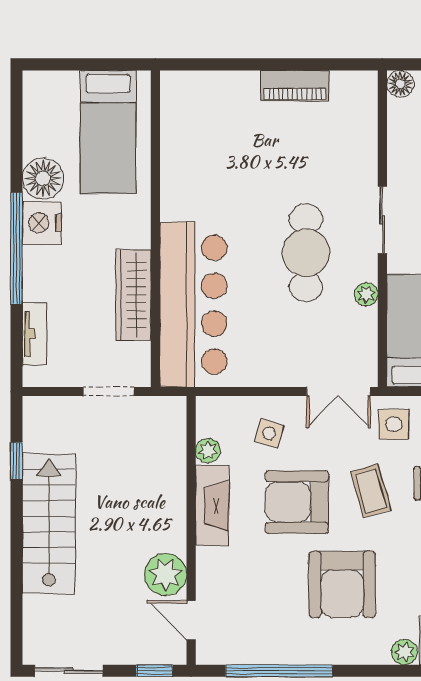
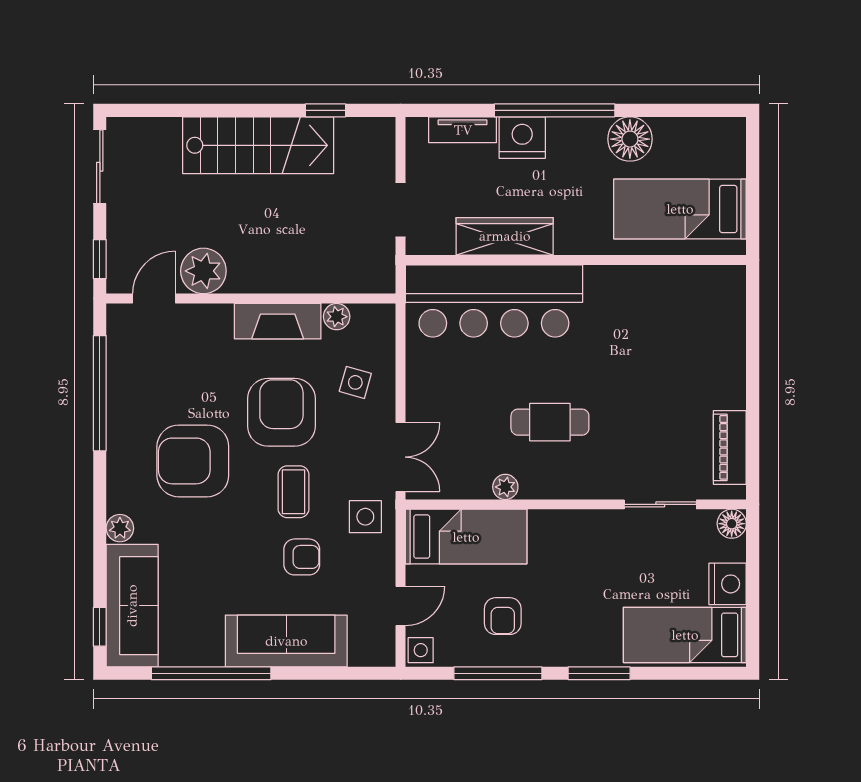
piano: (295, 86) -> (730, 447), moved
sliding door: (382, 220) -> (660, 504), moved
nightstand: (42, 223) -> (522, 138), moved
cafe table: (306, 253) -> (550, 422), width x0.73, depth x0.74
double door: (339, 391) -> (400, 457), swing flipped
coffee table: (371, 491) -> (293, 492), turned -74

